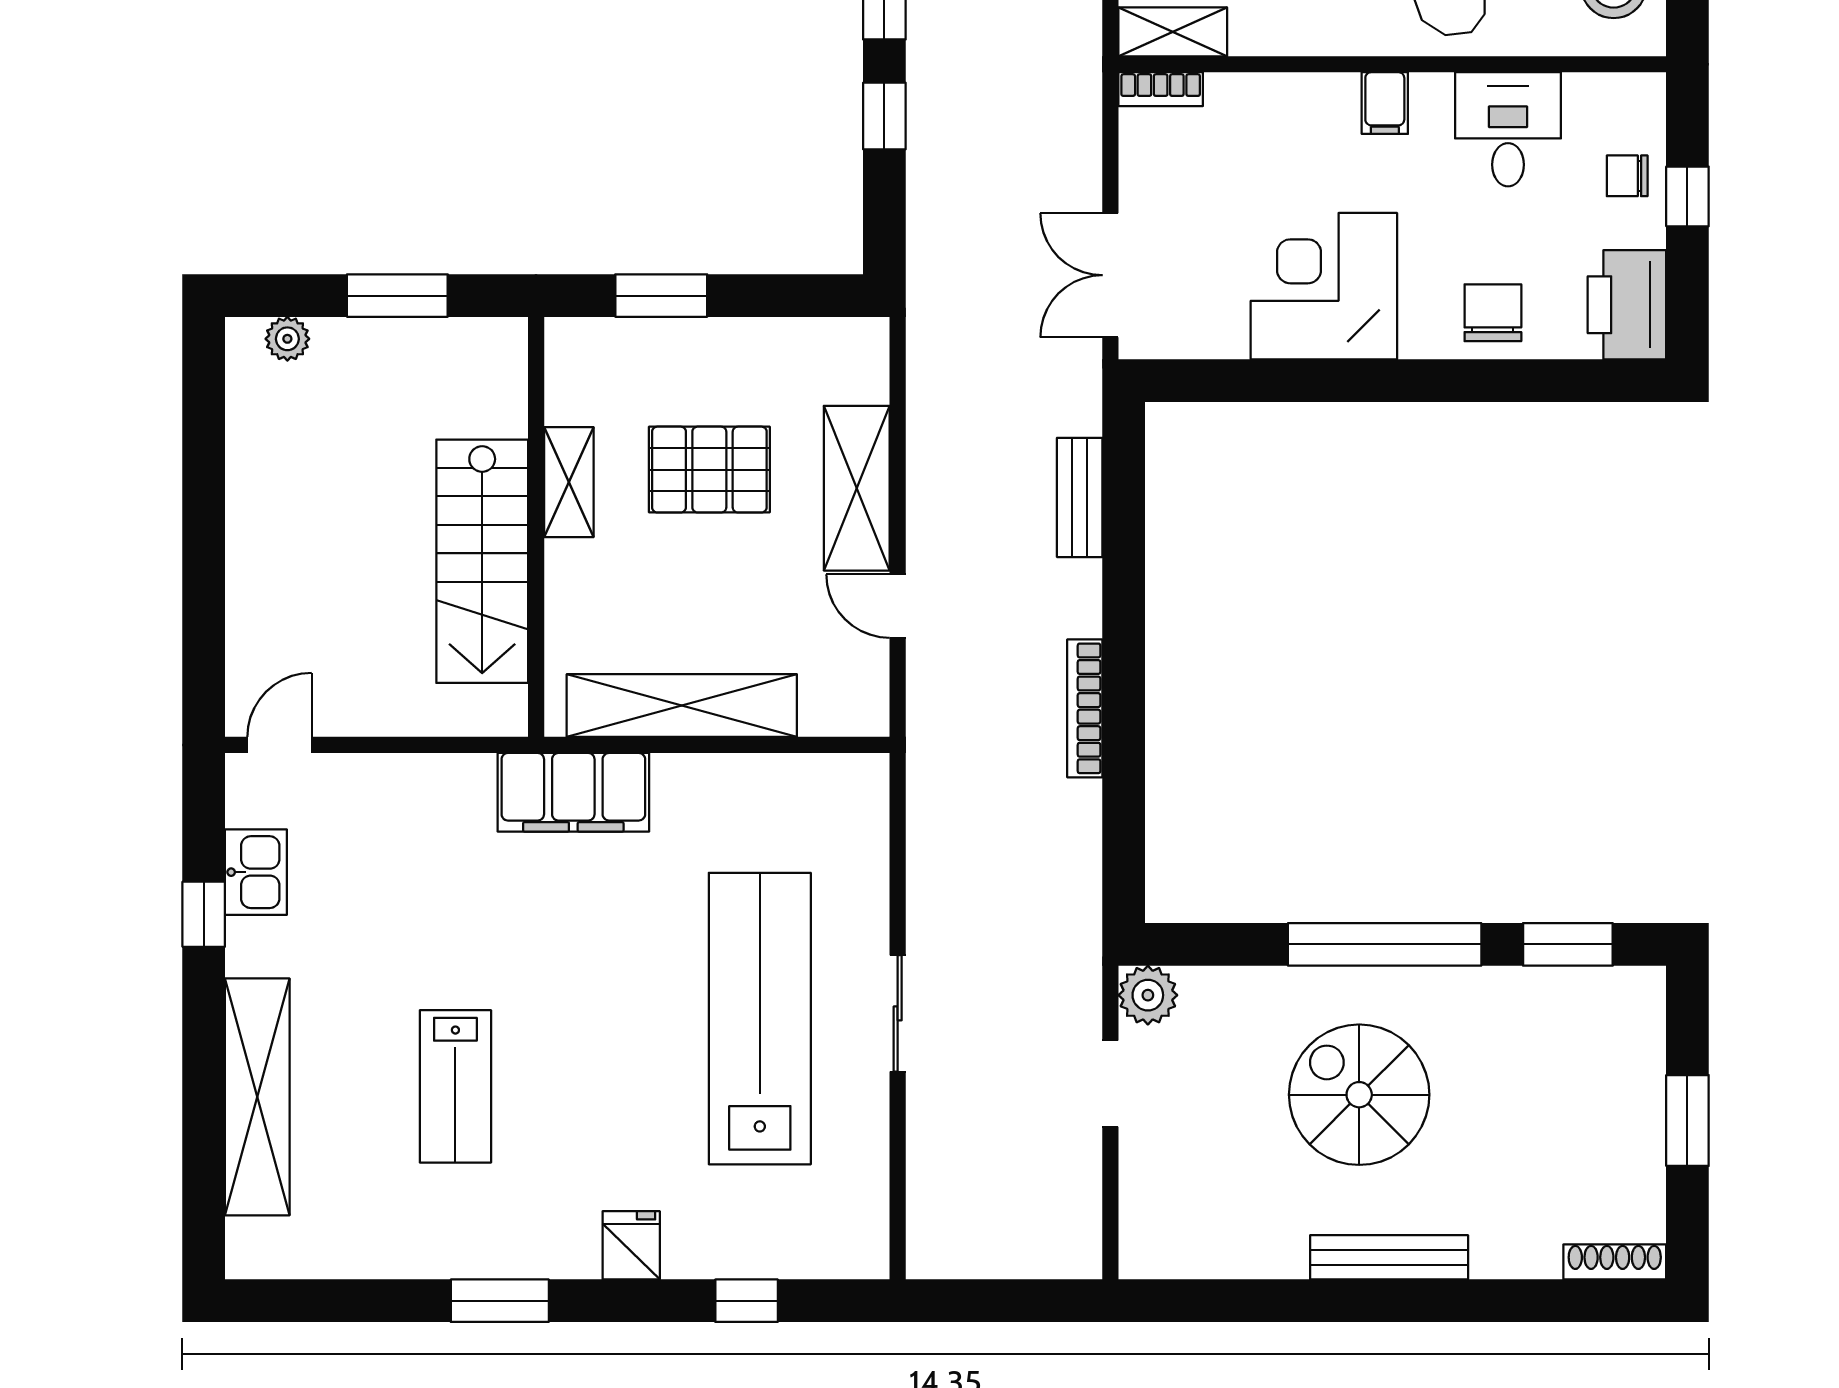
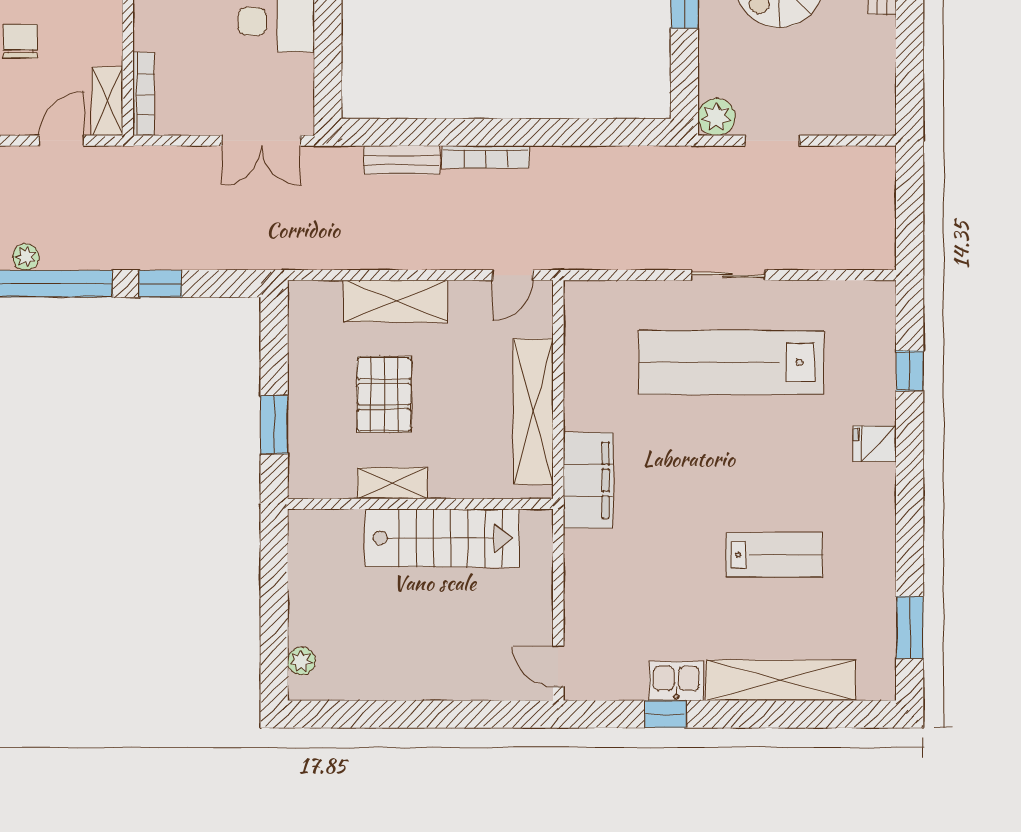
bookcase: (1161, 89) -> (144, 94), width x1.56
window: (397, 296) -> (274, 592), removed
door: (898, 606) -> (512, 275), moved
bookcase: (1085, 708) -> (486, 157), moved
kitchen sink: (256, 872) -> (676, 681), moved
window: (500, 1301) -> (910, 627), moved

